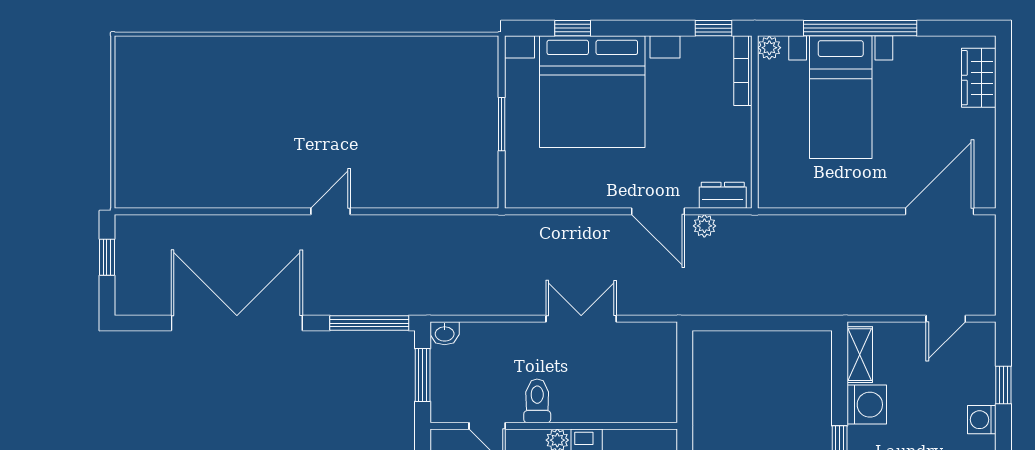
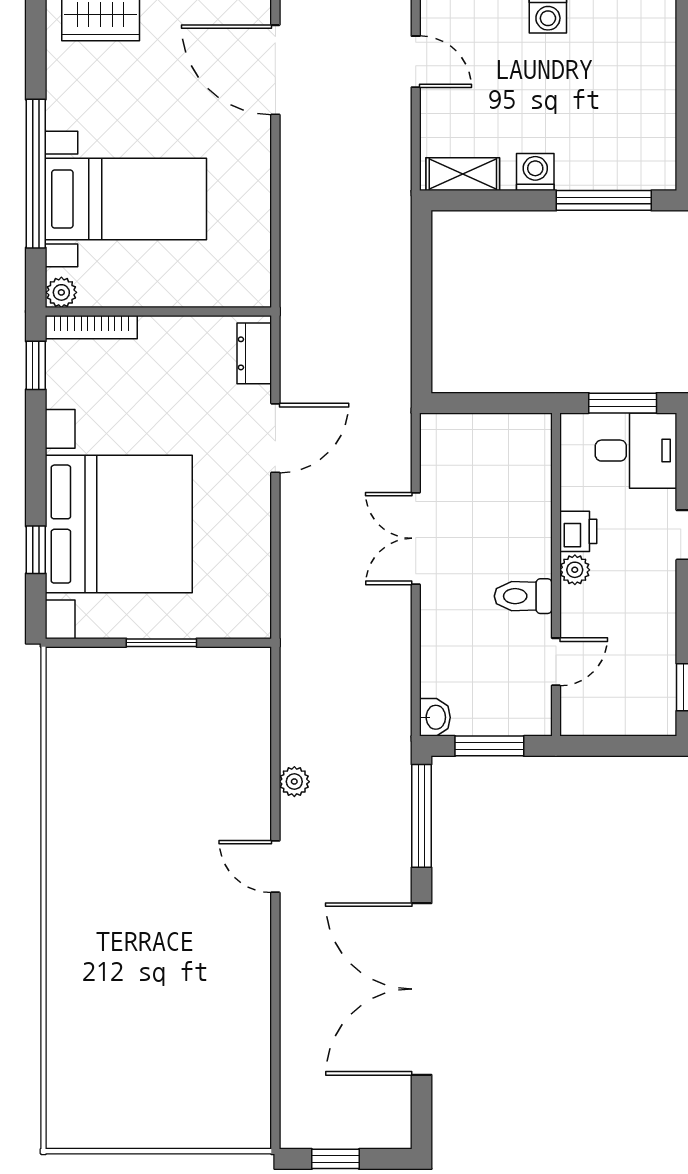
plant: (704, 226) -> (294, 782), moved
washing machine: (867, 405) -> (535, 172), width x0.73, depth x0.73

